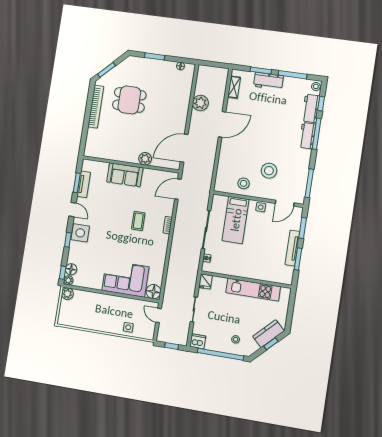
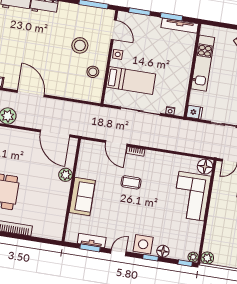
door: (178, 189) -> (116, 143), moved
tv unit: (292, 248) -> (180, 26), moved
floor lamp: (71, 269) -> (163, 251), moved

